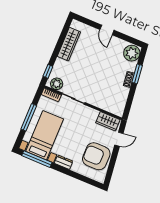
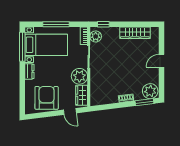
window: (137, 74) -> (144, 102), moved
plant: (89, 116) -> (79, 76), added

